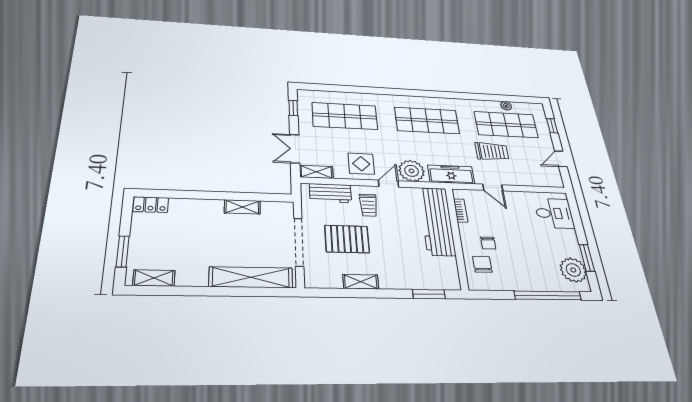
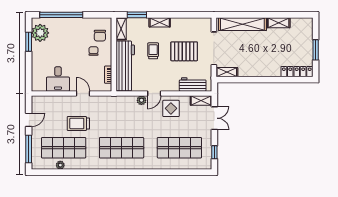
window: (552, 126) -> (29, 149), width x2.17
plant: (412, 171) -> (141, 100), width x0.53, depth x0.53
freezer: (451, 174) -> (110, 103), removed
locker: (151, 205) -> (297, 72), width x1.53
trolley: (368, 205) -> (153, 51), moved
shelving: (242, 207) -> (227, 72), moved
desk: (554, 213) -> (58, 79), moved, turned -90
window: (123, 251) -> (316, 50), moved
shelving: (451, 274) -> (121, 29), added
shelving: (154, 278) -> (279, 23), moved
shelving: (361, 282) -> (160, 22), moved

